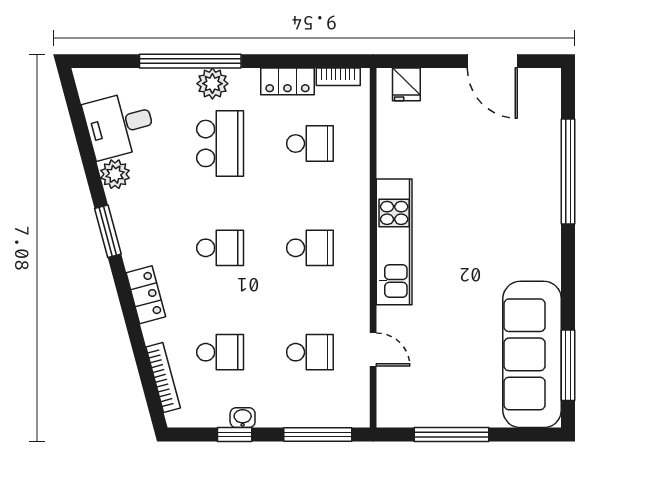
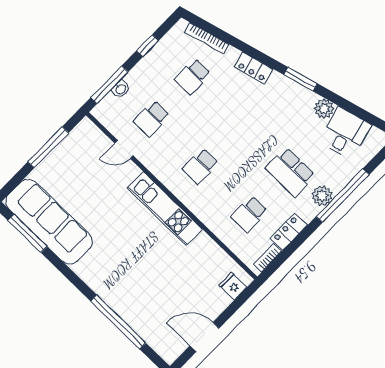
school desk: (220, 248) -> (242, 124), removed
washbasin: (243, 418) -> (121, 89), moved

